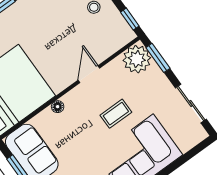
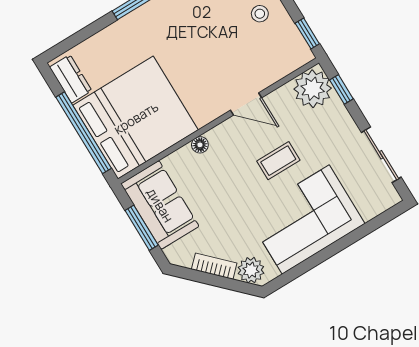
window: (158, 58) -> (341, 89), width x0.67
door: (89, 74) -> (246, 104), swing flipped

